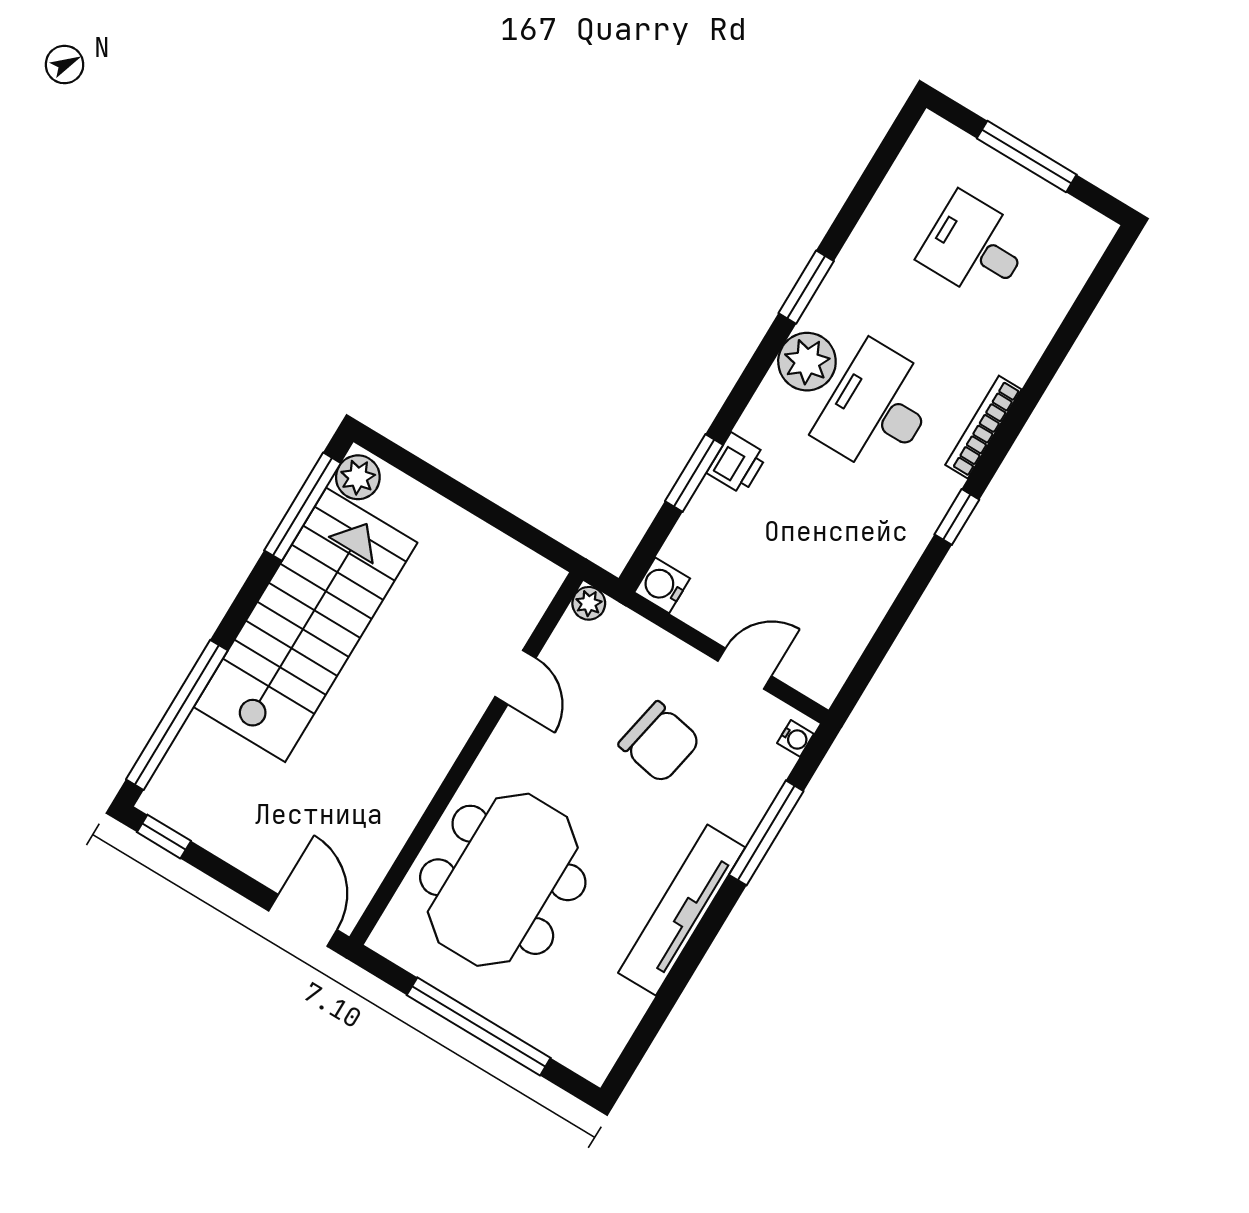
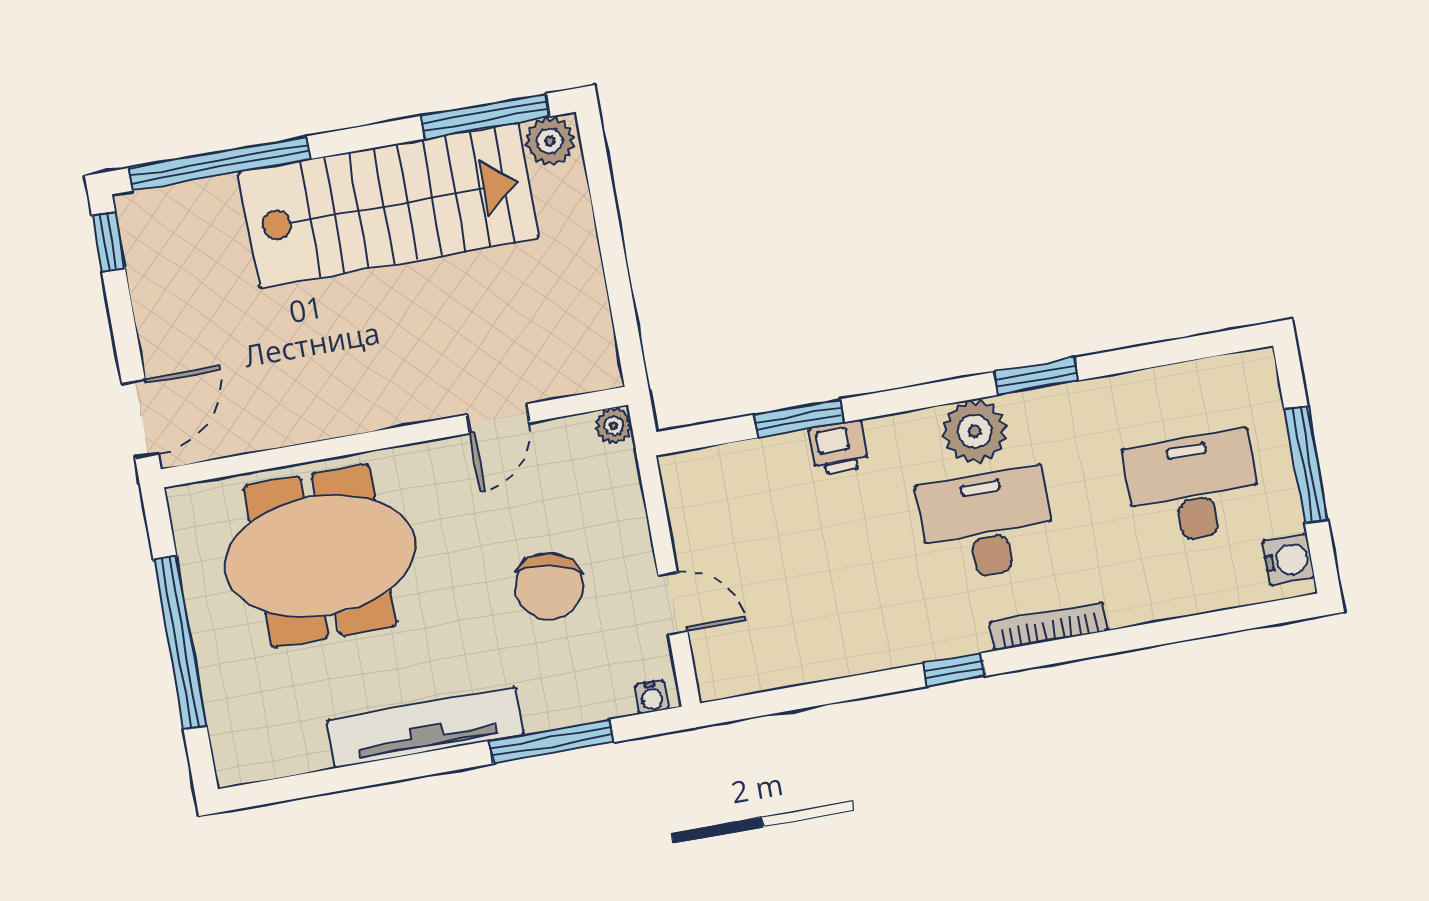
desk: (975, 247) -> (1193, 488), width x1.37
water cooler: (662, 585) -> (1288, 560), moved, turned 90

